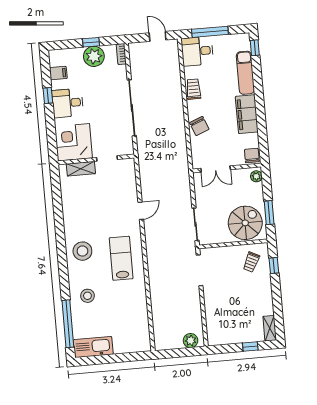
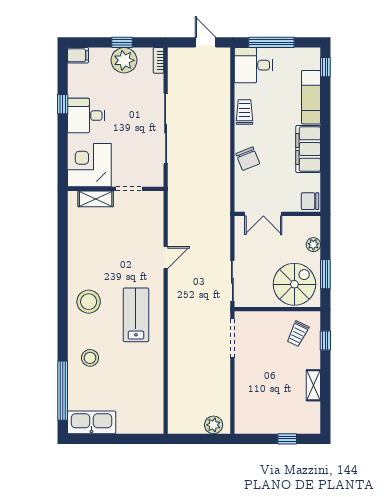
filing cabinet: (58, 73) -> (78, 55), moved
chair: (252, 156) -> (310, 201), turned -90
plant: (256, 176) -> (313, 245), moved
shelving: (270, 328) -> (313, 385), moved

